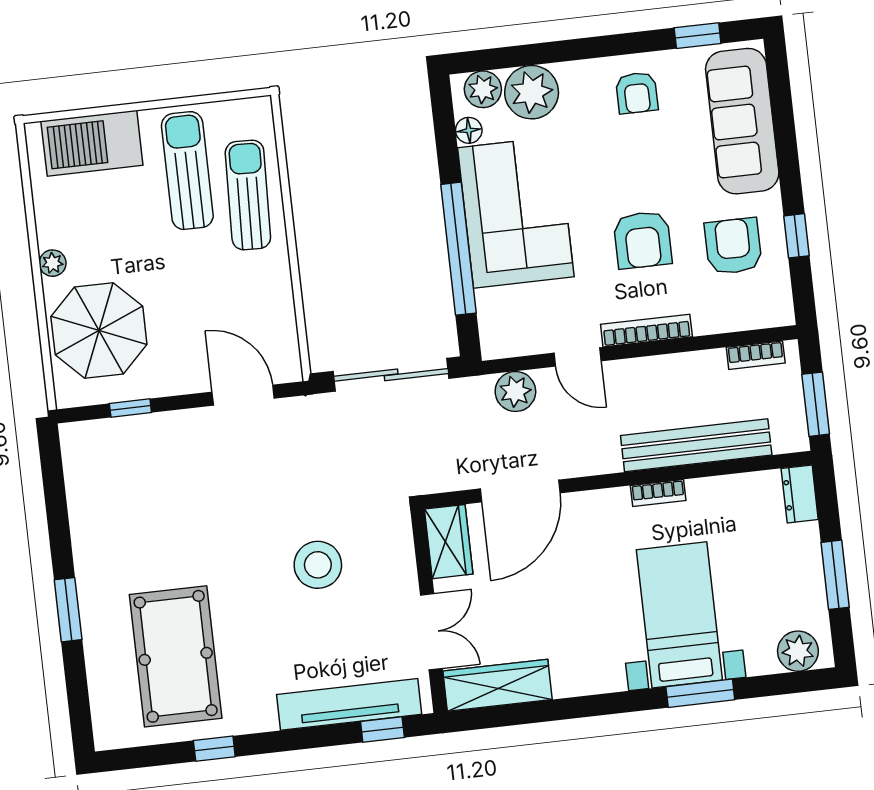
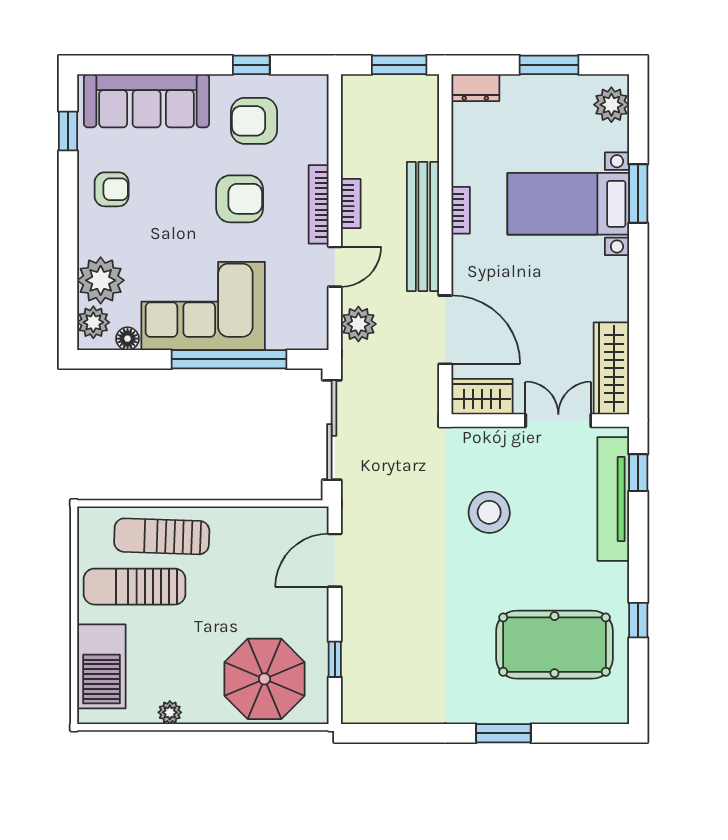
plant: (53, 263) -> (170, 712), moved
bookcase: (756, 355) -> (351, 204), moved
bench: (696, 445) -> (423, 226), moved

